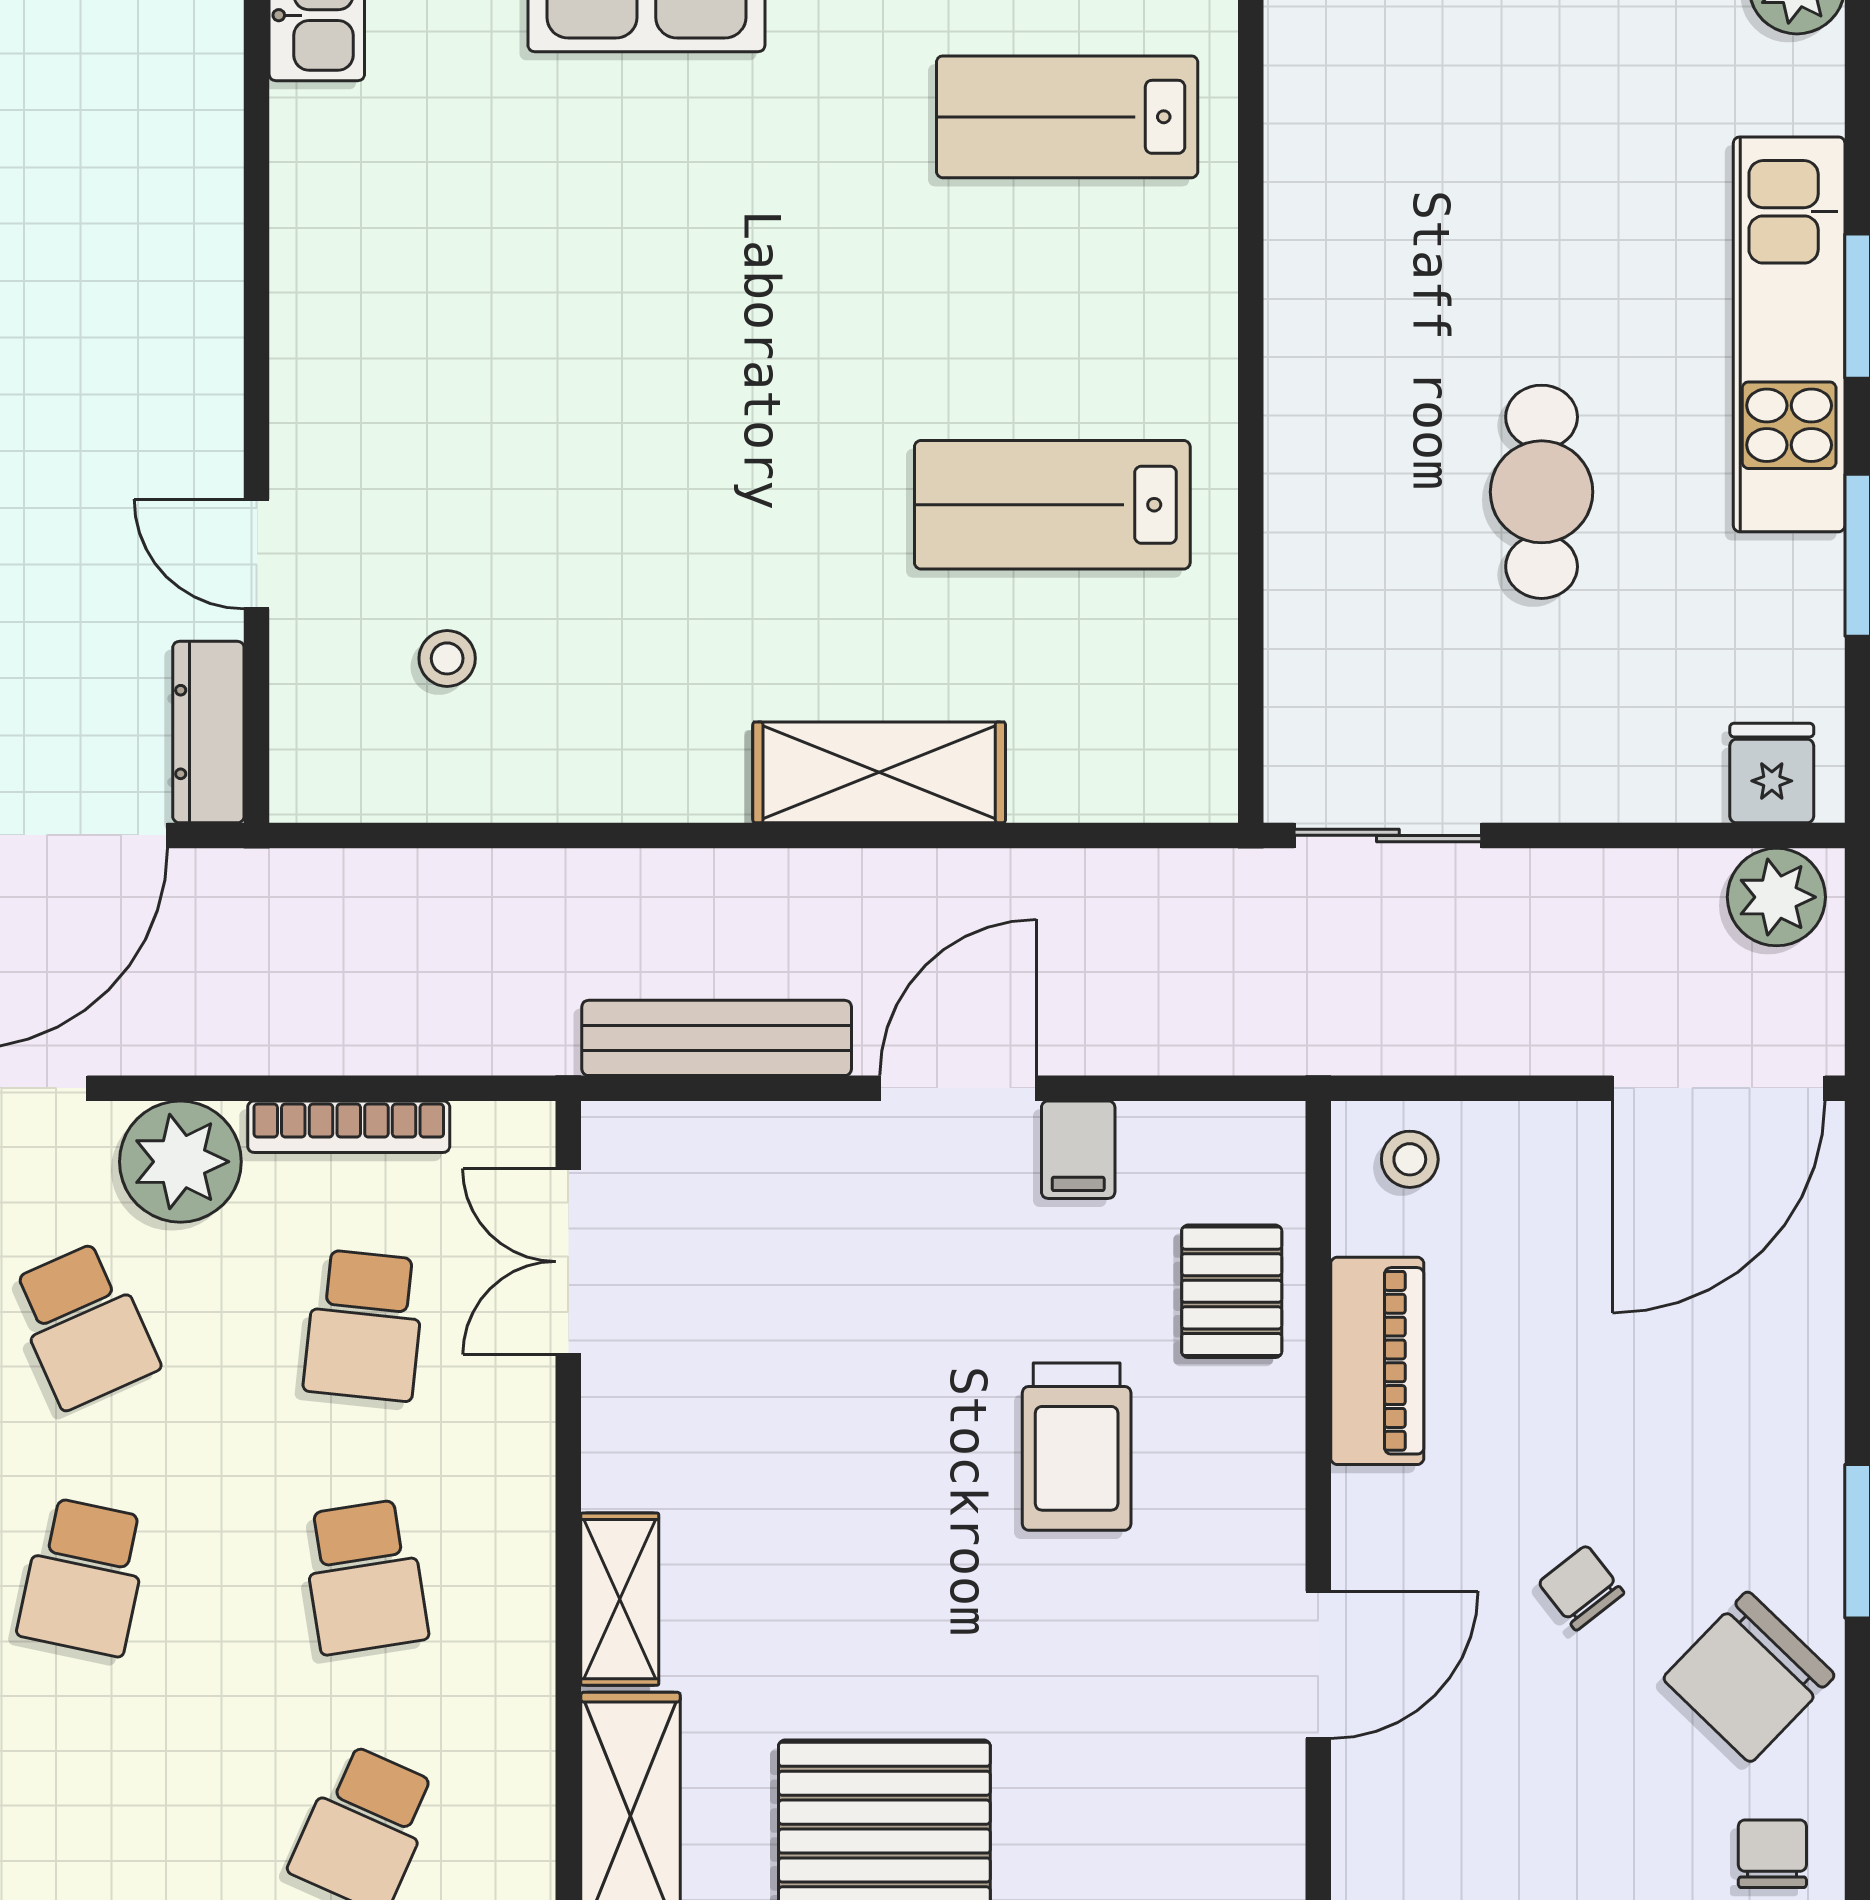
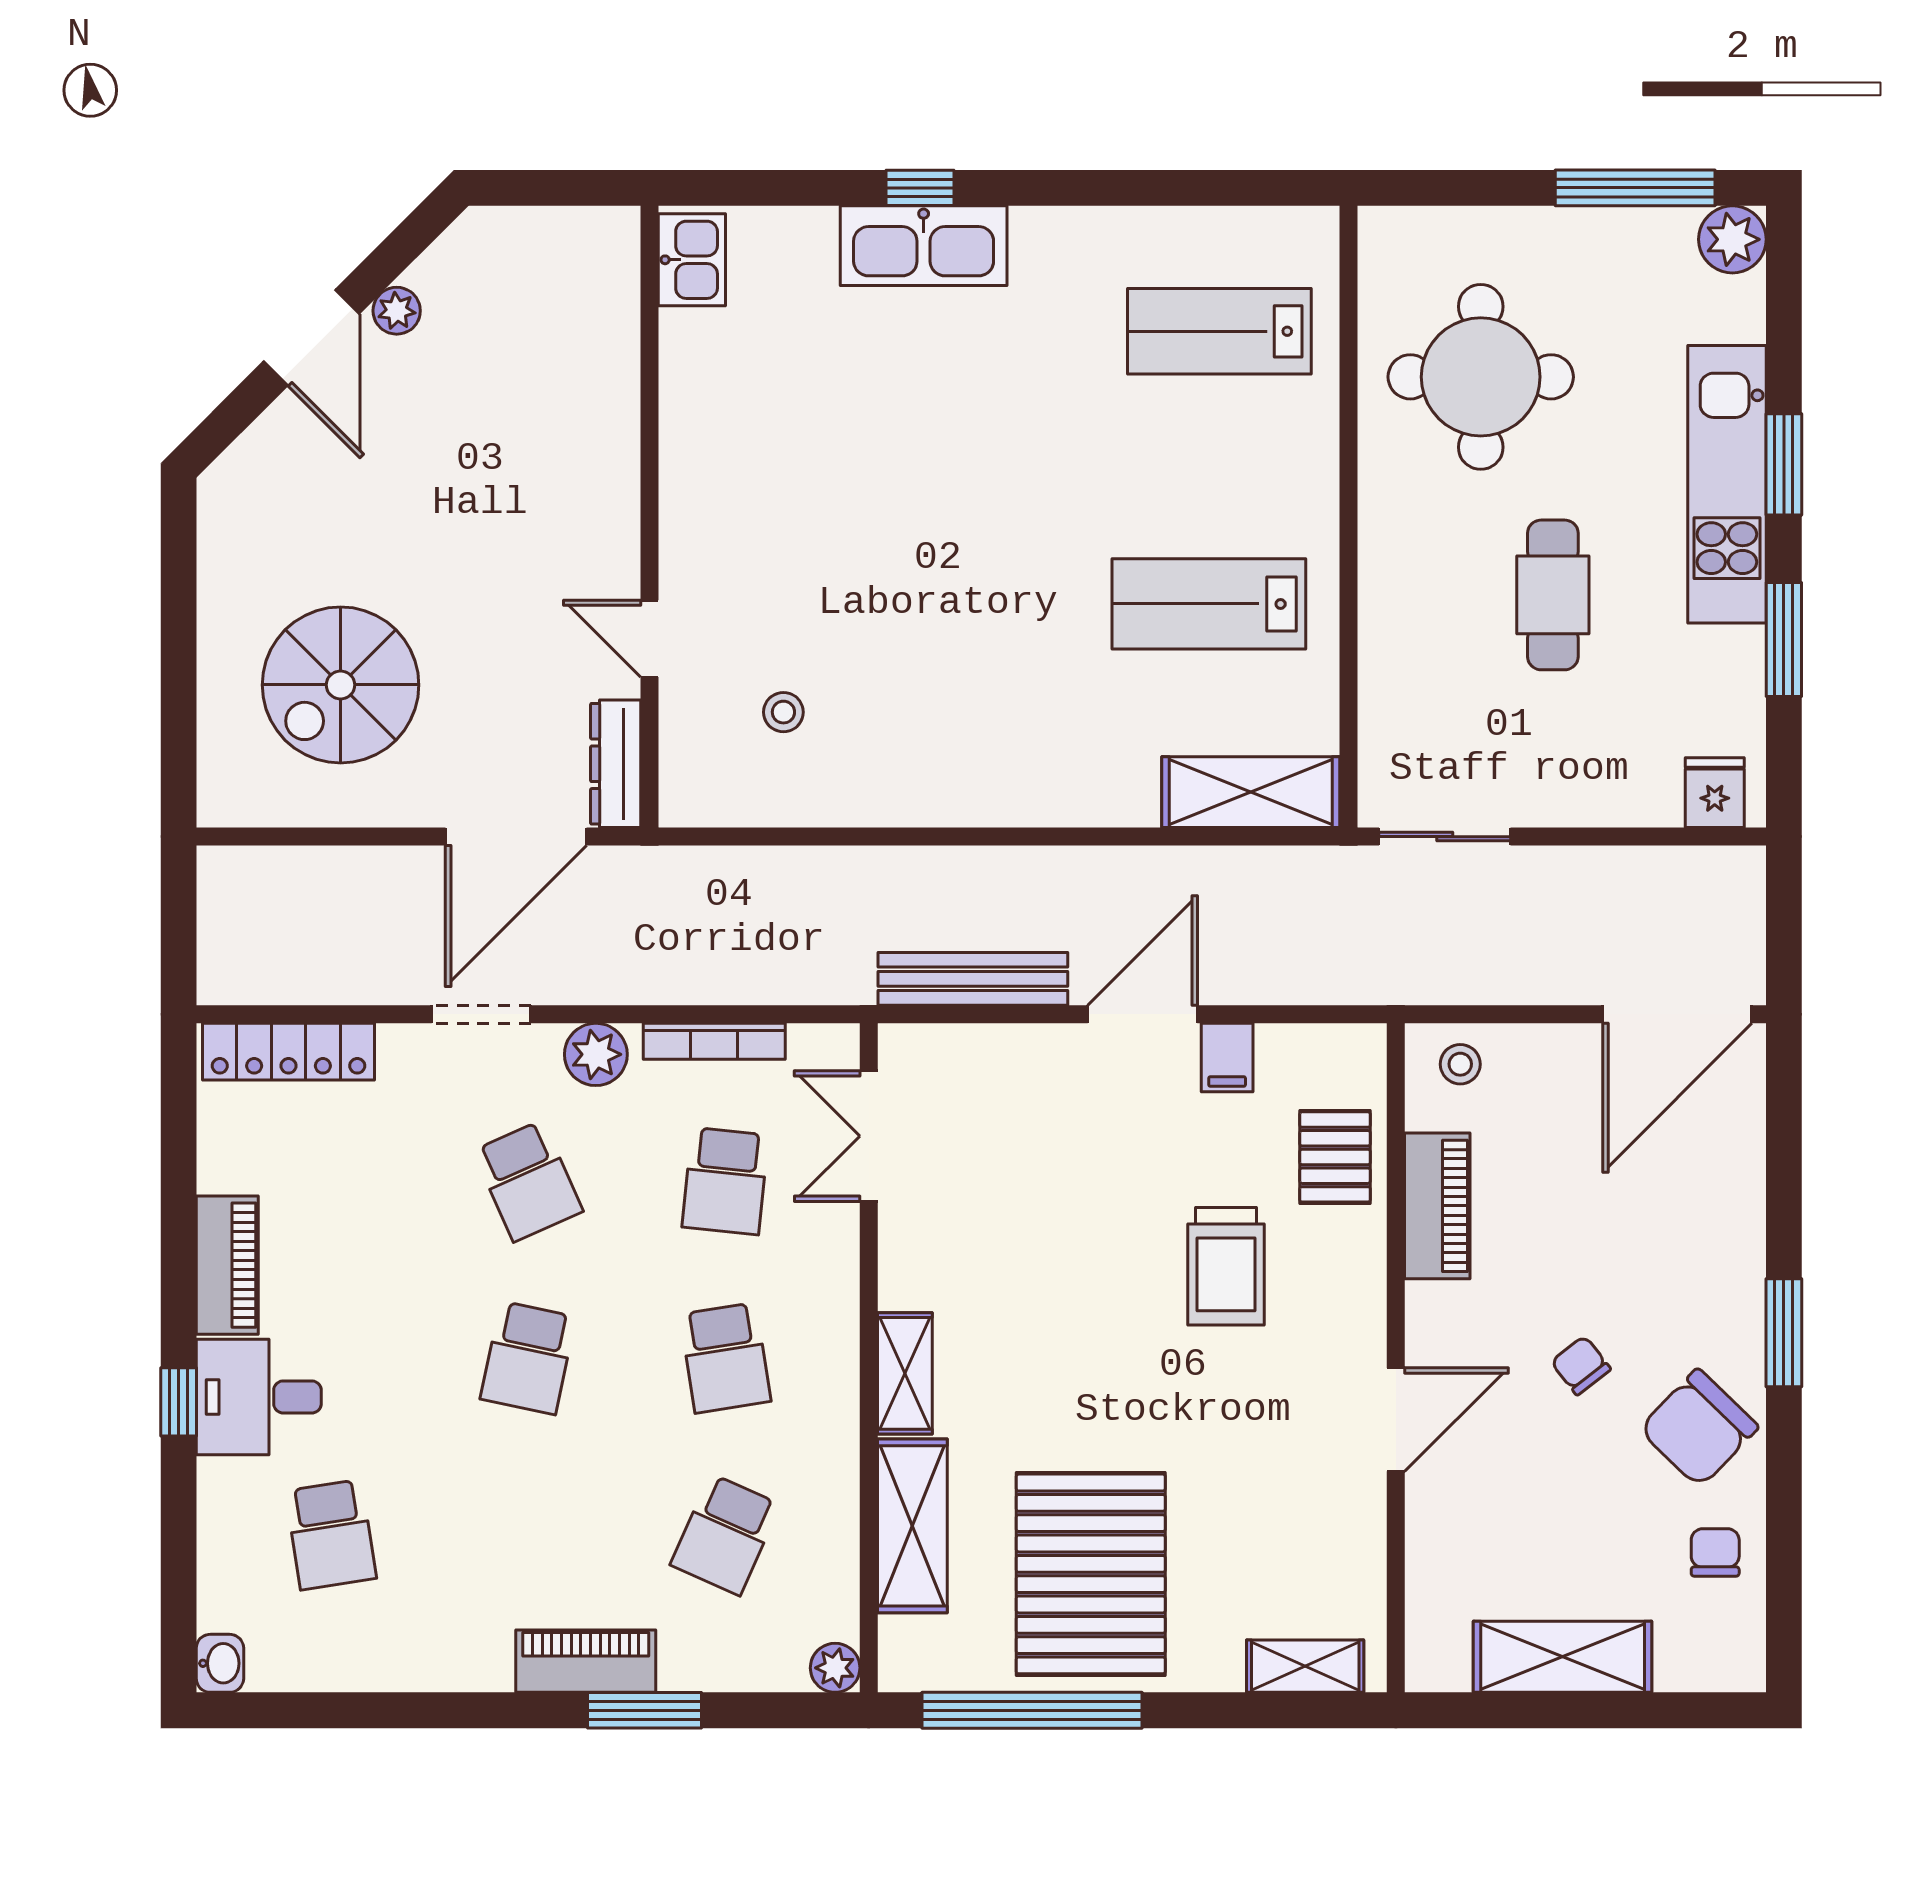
round table: (1439, 182) -> (1481, 377), added
shelving: (879, 772) -> (1251, 792), moved
plant: (1776, 897) -> (1718, 880), removed
plant: (180, 1162) -> (596, 1054), width x0.73, depth x0.73

